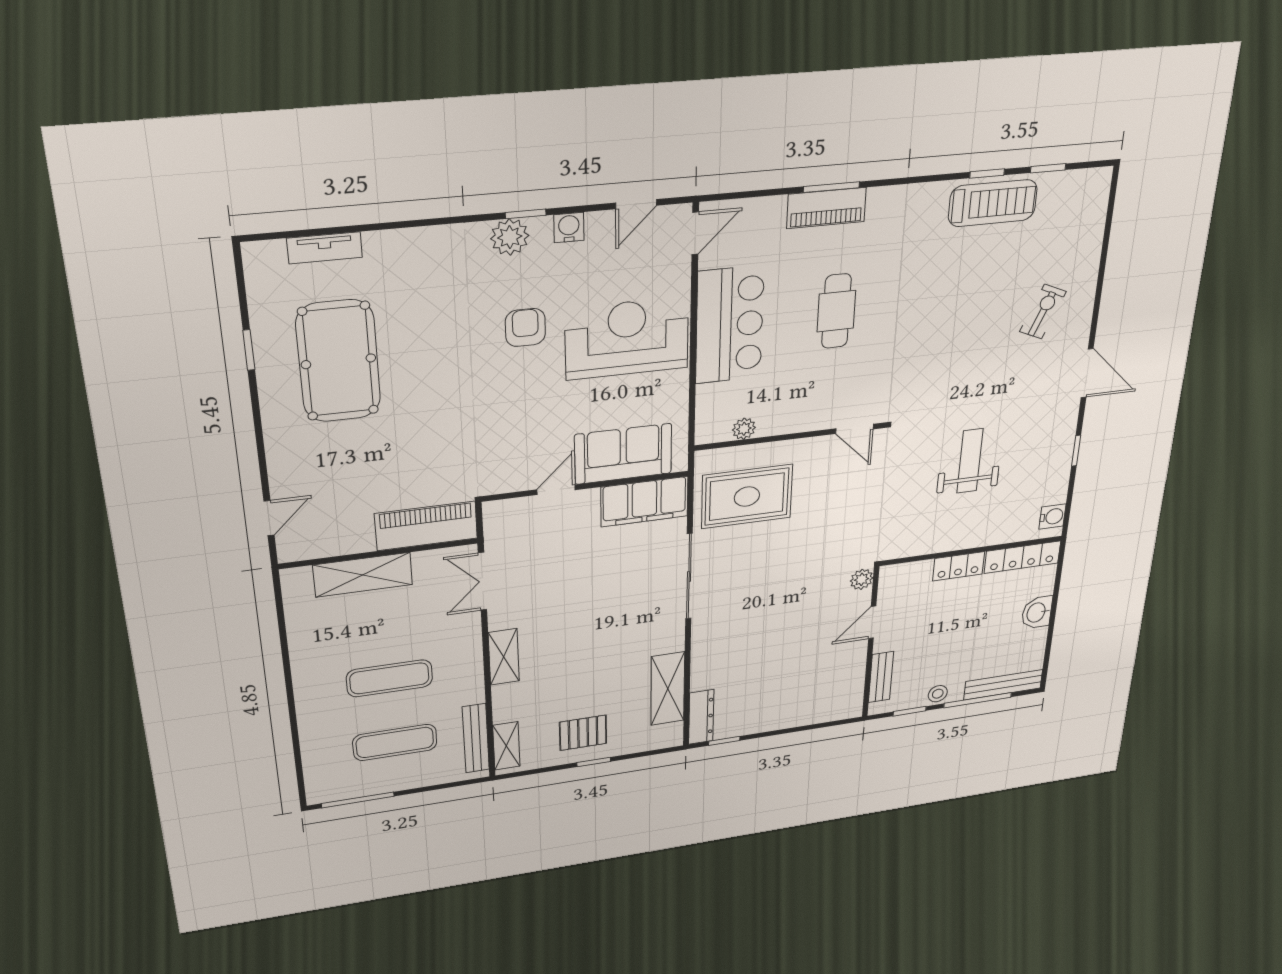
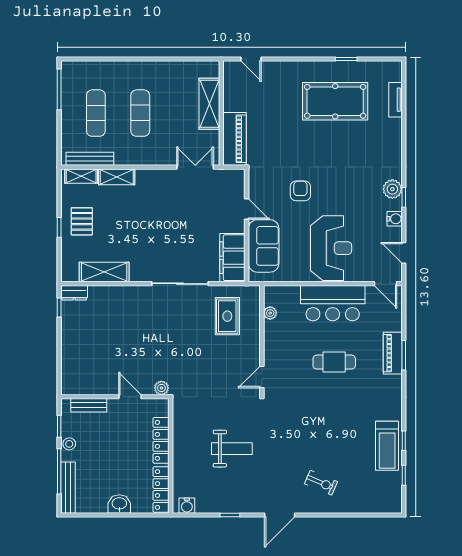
armchair: (525, 327) -> (300, 191), moved, turned -90
rug: (747, 497) -> (227, 316), width x0.73, depth x0.70
locker: (959, 566) -> (161, 440), width x1.53
shelving: (504, 657) -> (117, 177), moved
dresser: (701, 717) -> (74, 293), width x0.70

